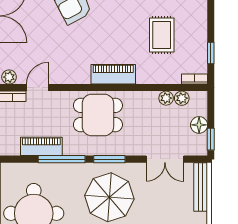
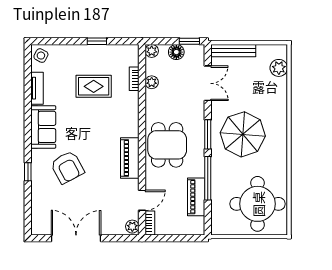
window: (211, 53) -> (97, 41), moved
piano: (113, 74) -> (130, 158), moved
bookcase: (194, 79) -> (134, 79), moved
door: (38, 88) -> (142, 200), swing flipped
plant: (182, 98) -> (152, 51), moved

